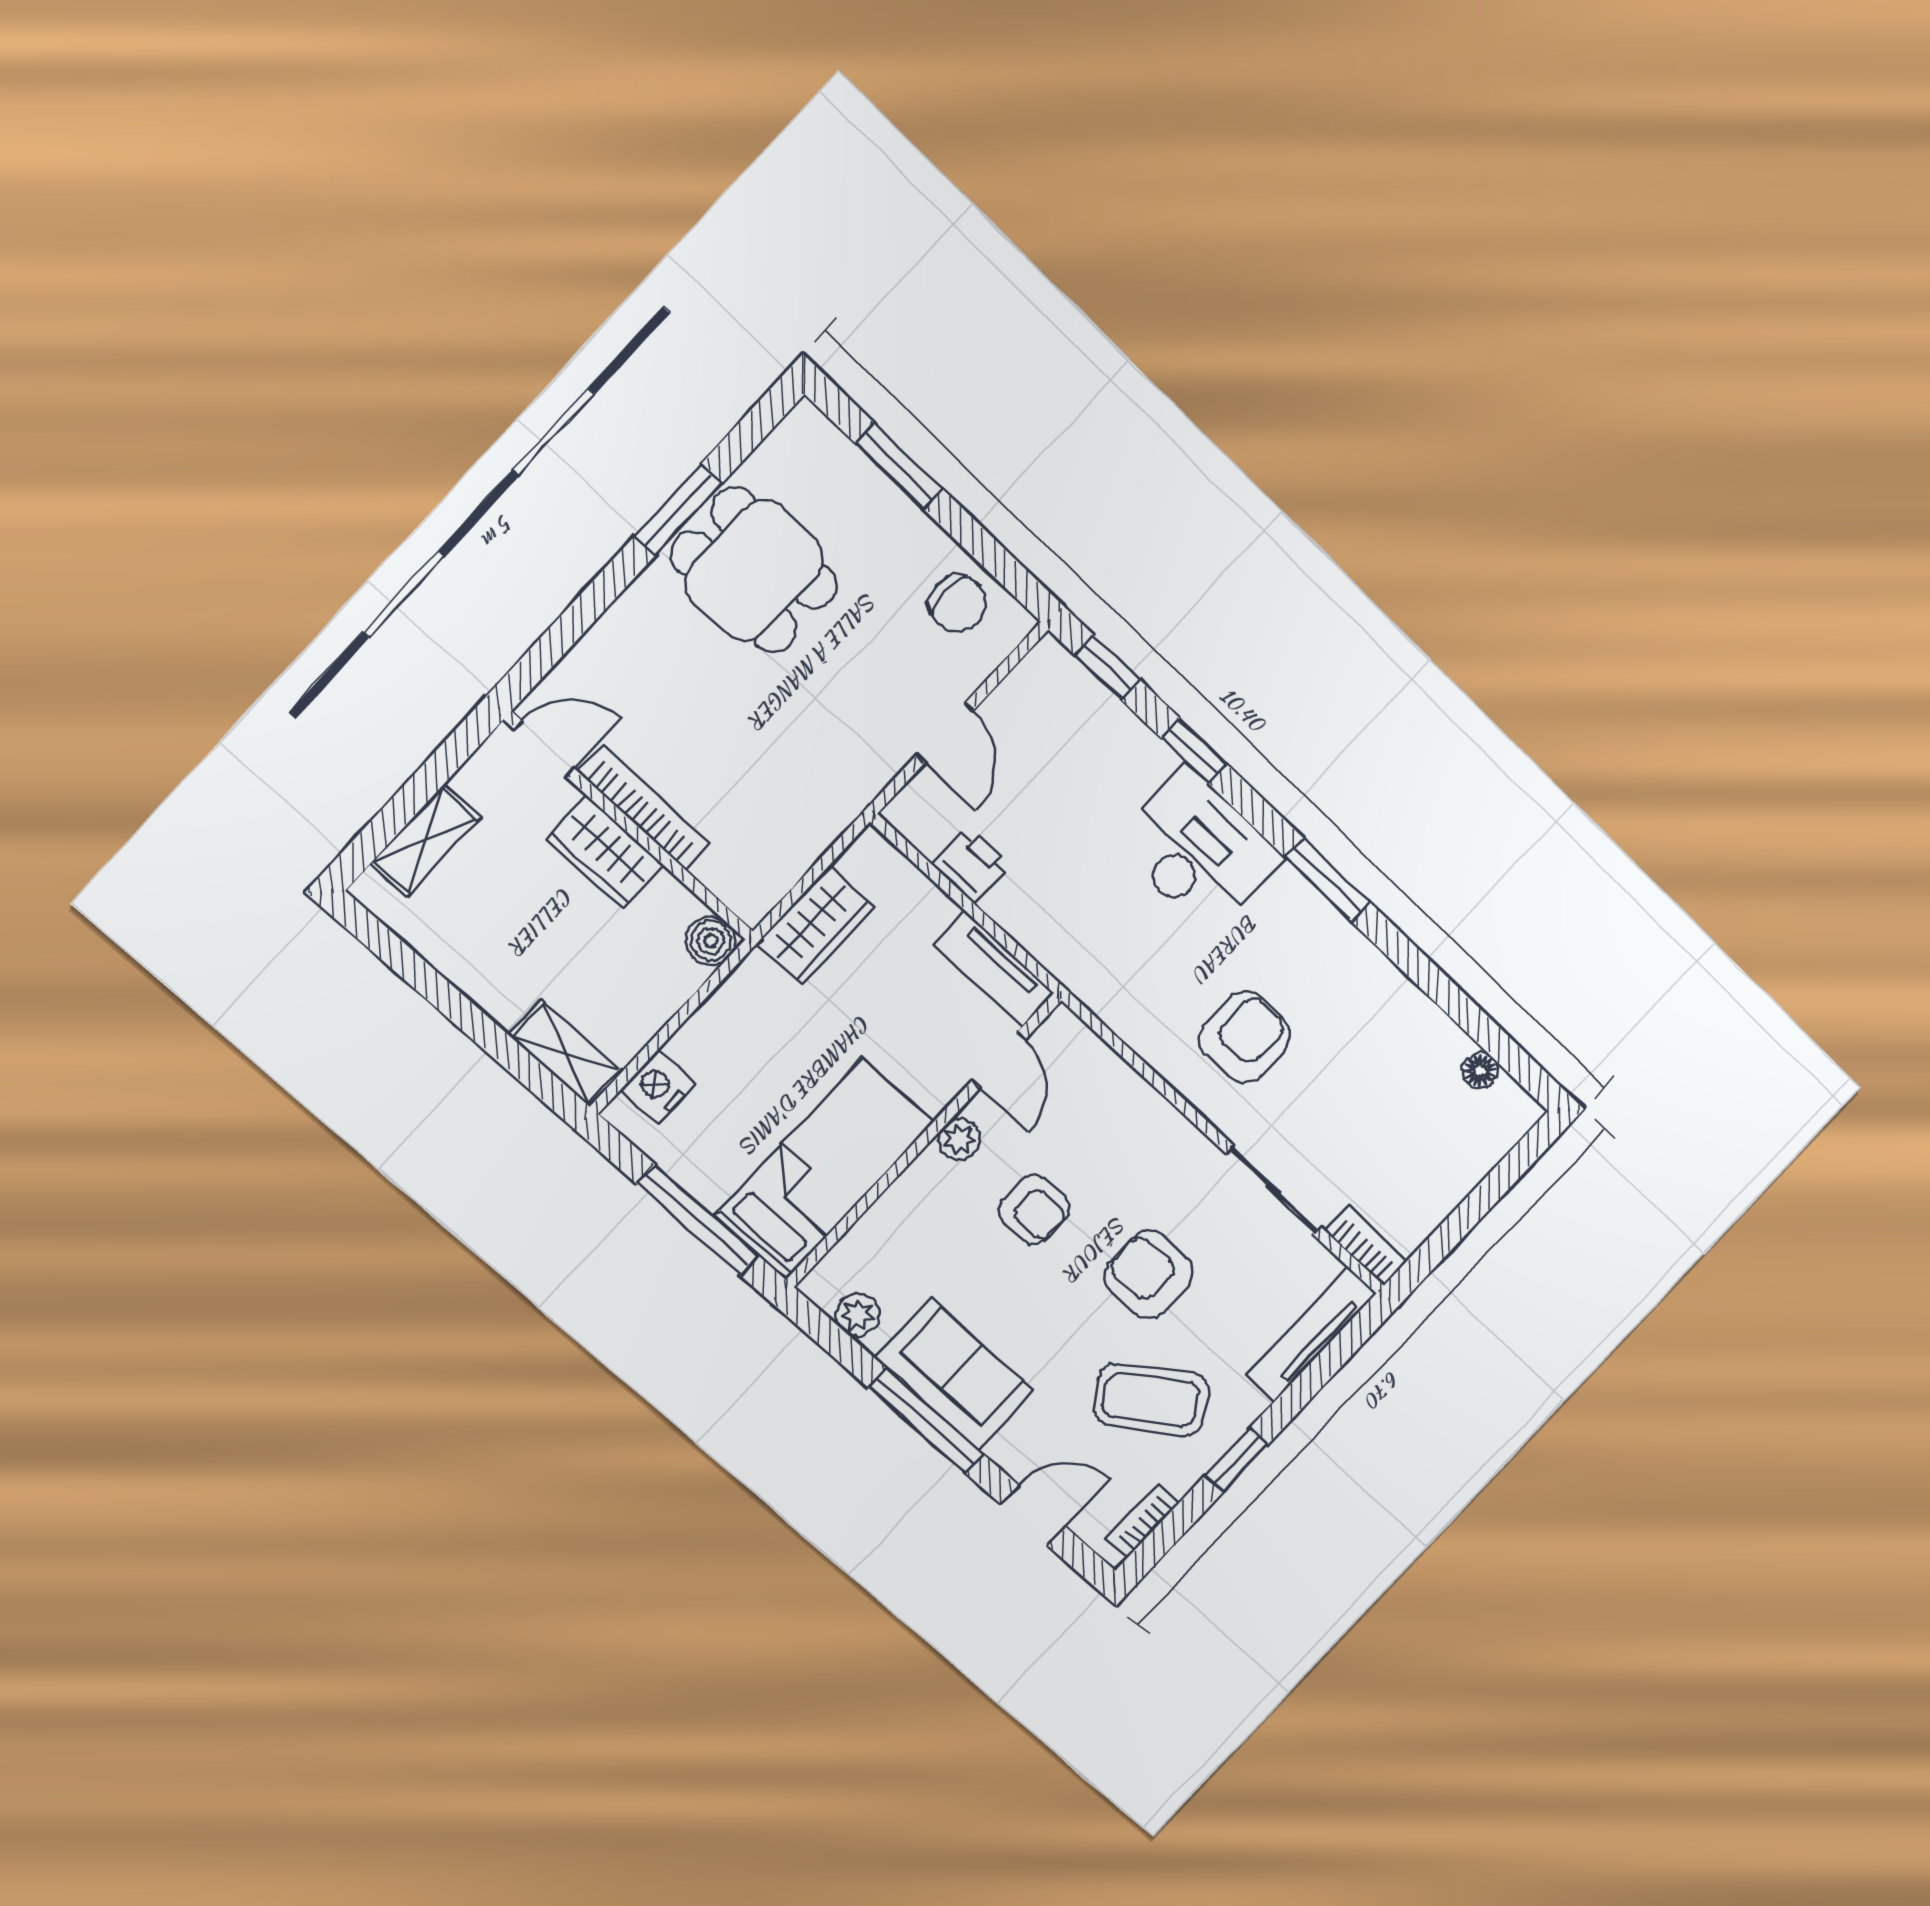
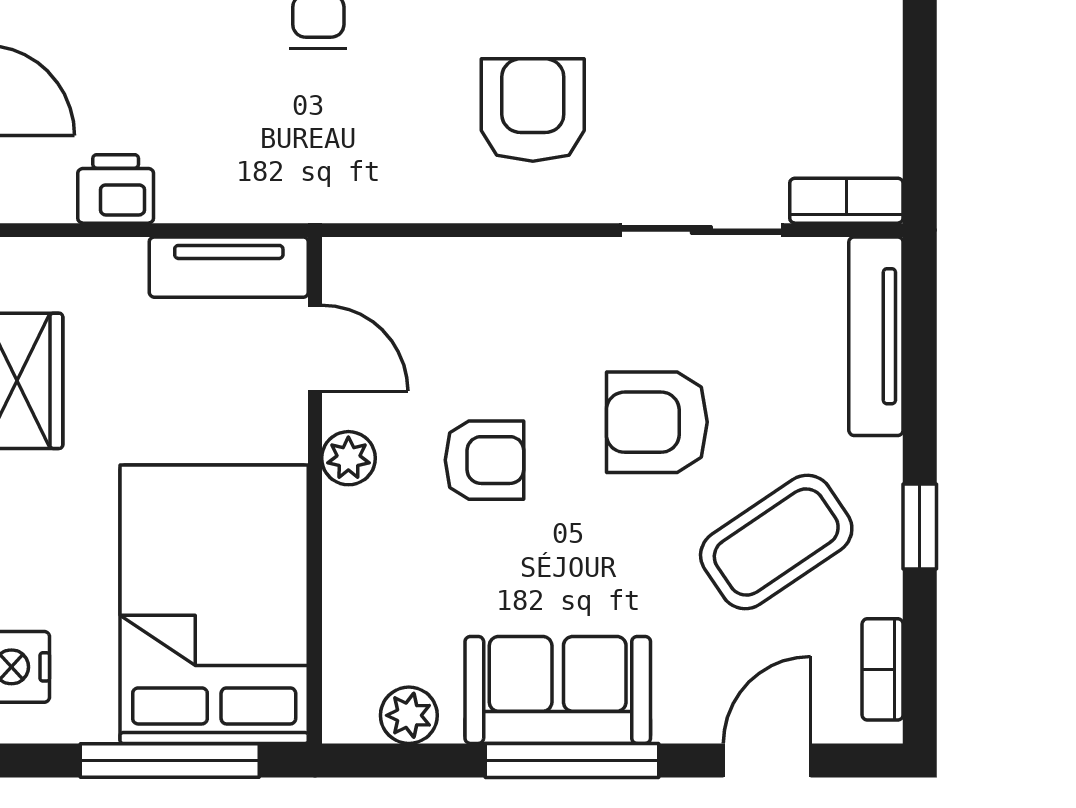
bed: (824, 1169) -> (214, 604), width x1.50

